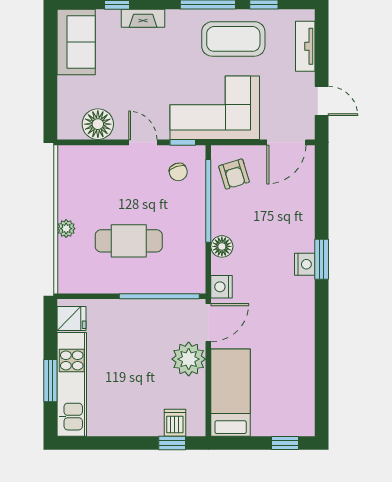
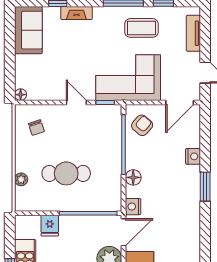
coffee table: (233, 39) -> (141, 28), width x0.73, depth x0.76
floor lamp: (98, 124) -> (21, 95), moved, width x0.53, depth x0.53
chair: (178, 172) -> (36, 128), moved
armchair: (234, 174) -> (142, 125), turned -122
plant: (66, 229) -> (21, 179), moved
nightstand: (305, 264) -> (193, 156), moved
fridge: (72, 319) -> (50, 226), moved, turned 90

